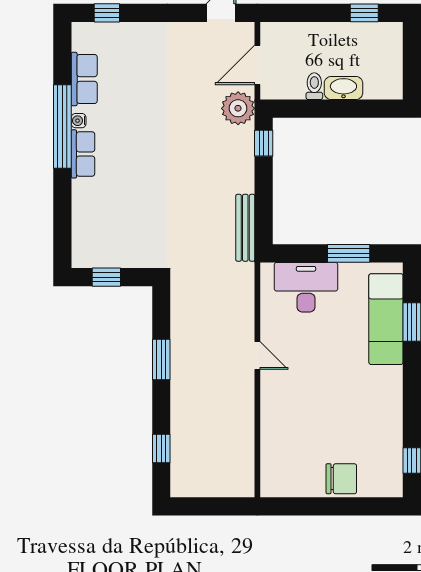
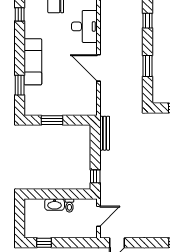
plant: (238, 108) -> (108, 194), removed
desk: (306, 287) -> (84, 26), moved, turned -90
exam couch: (386, 319) -> (33, 62), moved
door: (257, 356) -> (98, 68), width x1.87

